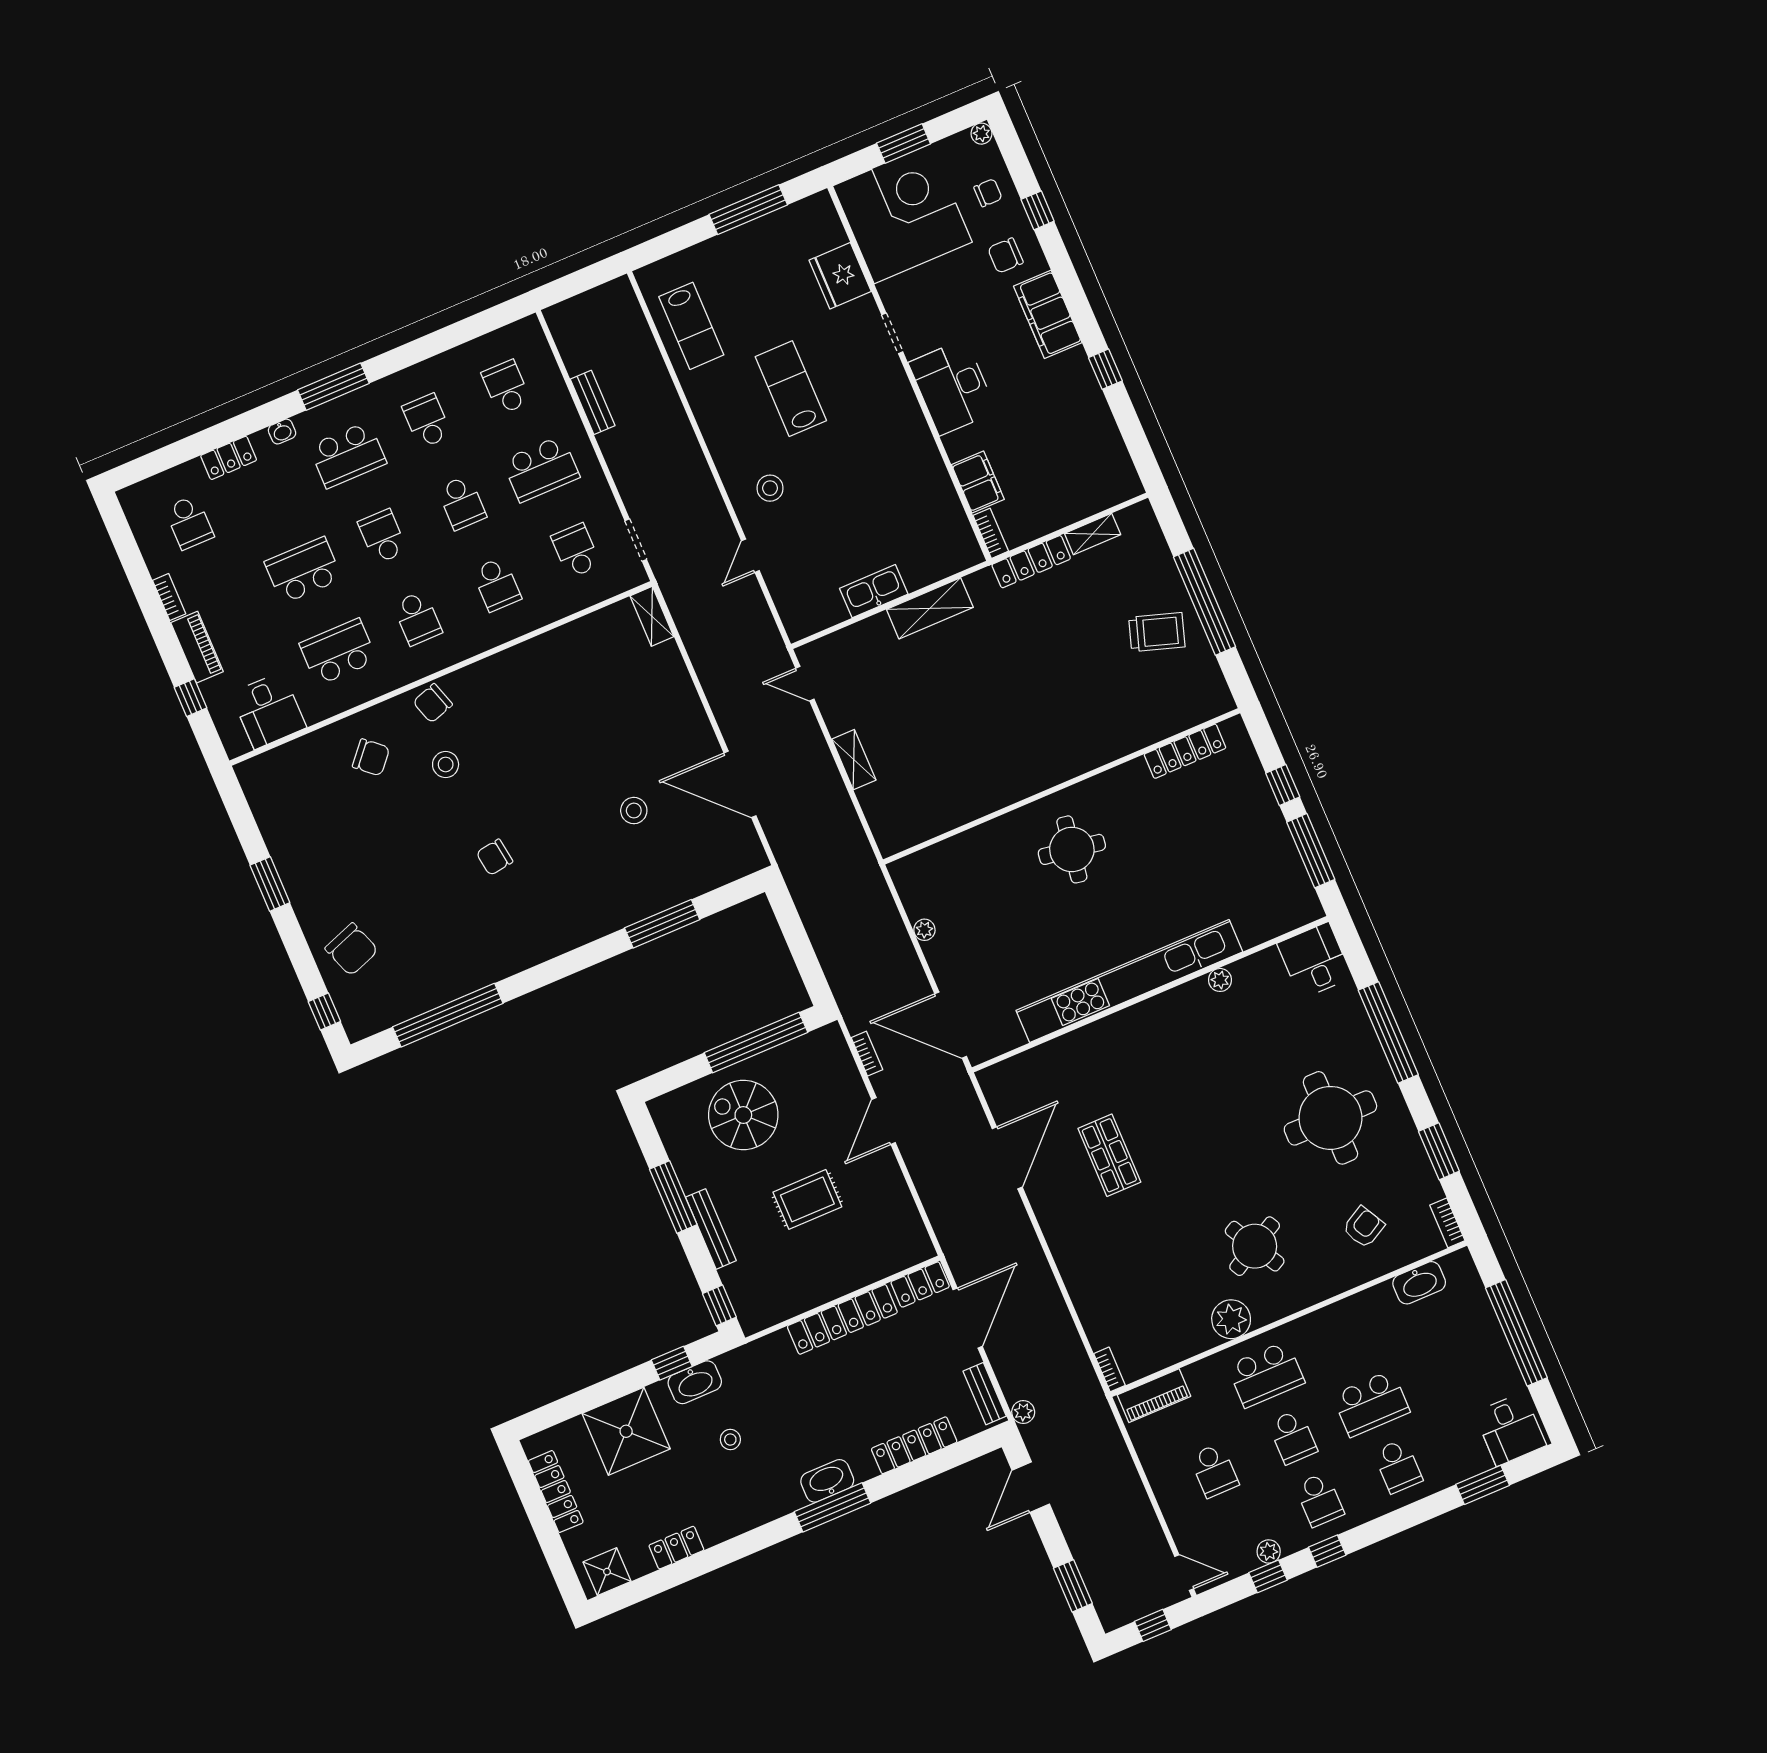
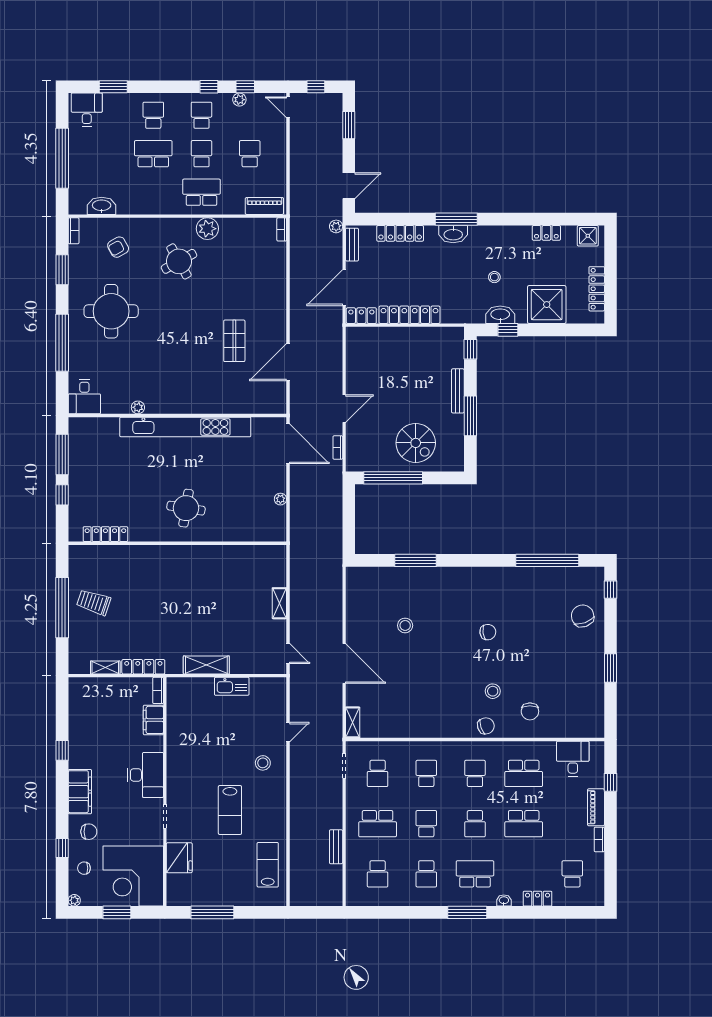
school desk: (541, 469) -> (378, 824), turned 180
chair: (371, 757) -> (530, 711), turned -131
door: (740, 784) -> (344, 663), moved
rug: (807, 1199) -> (401, 385), removed

